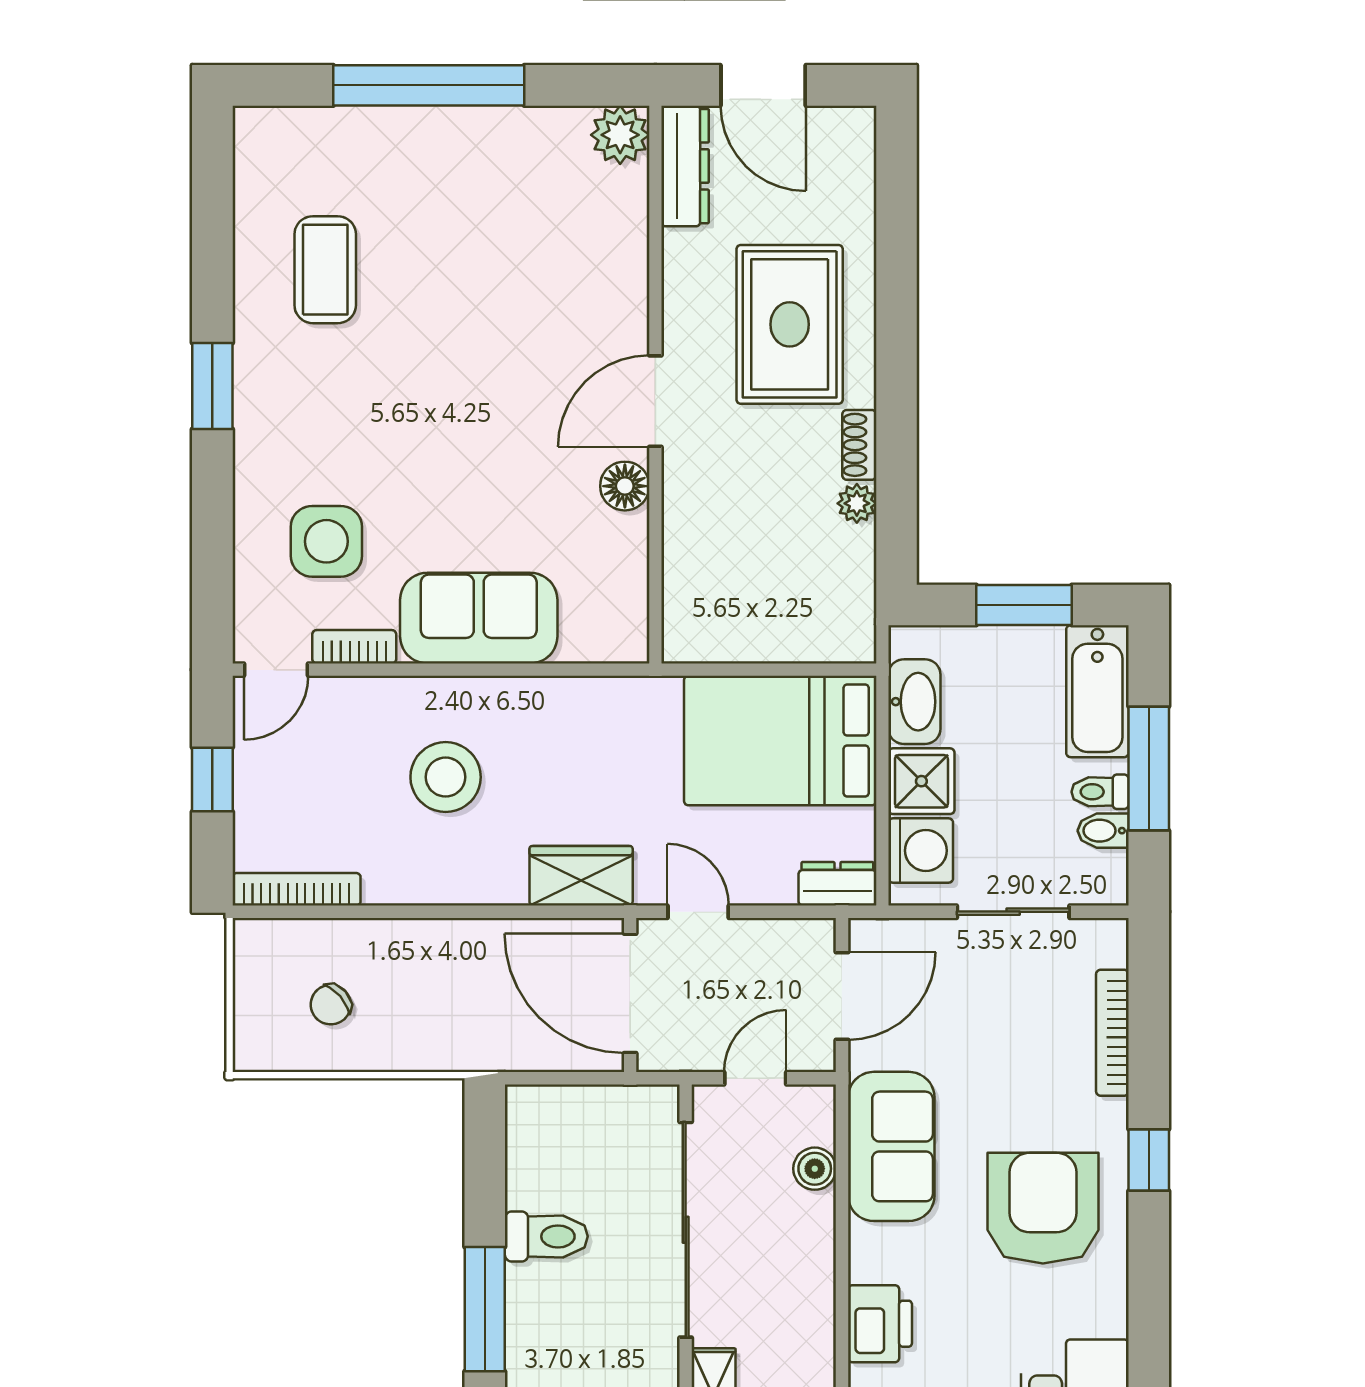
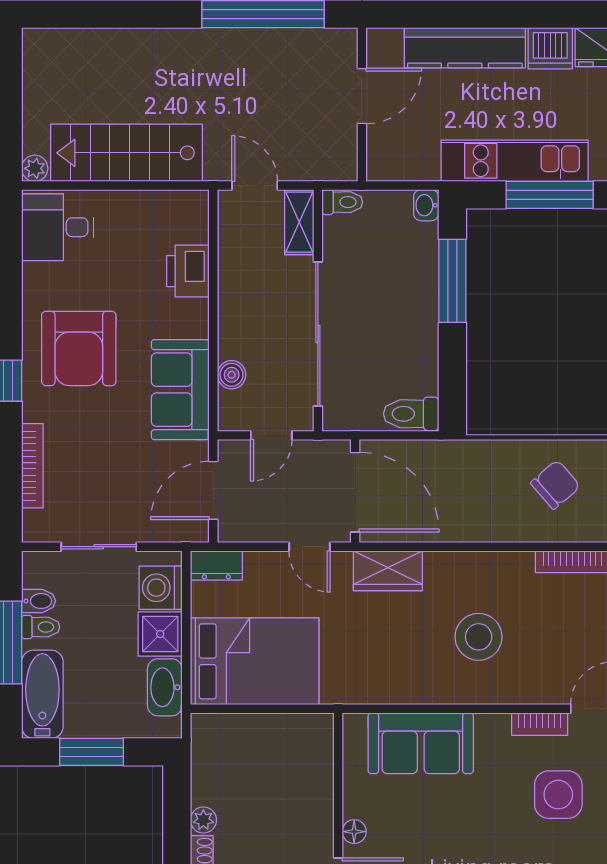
floor lamp: (625, 486) -> (354, 832), width x0.73, depth x0.73
sofa: (479, 618) -> (421, 743), moved
chair: (331, 1005) -> (555, 485), width x1.37, depth x1.37
toilet: (546, 1236) -> (411, 414), moved

